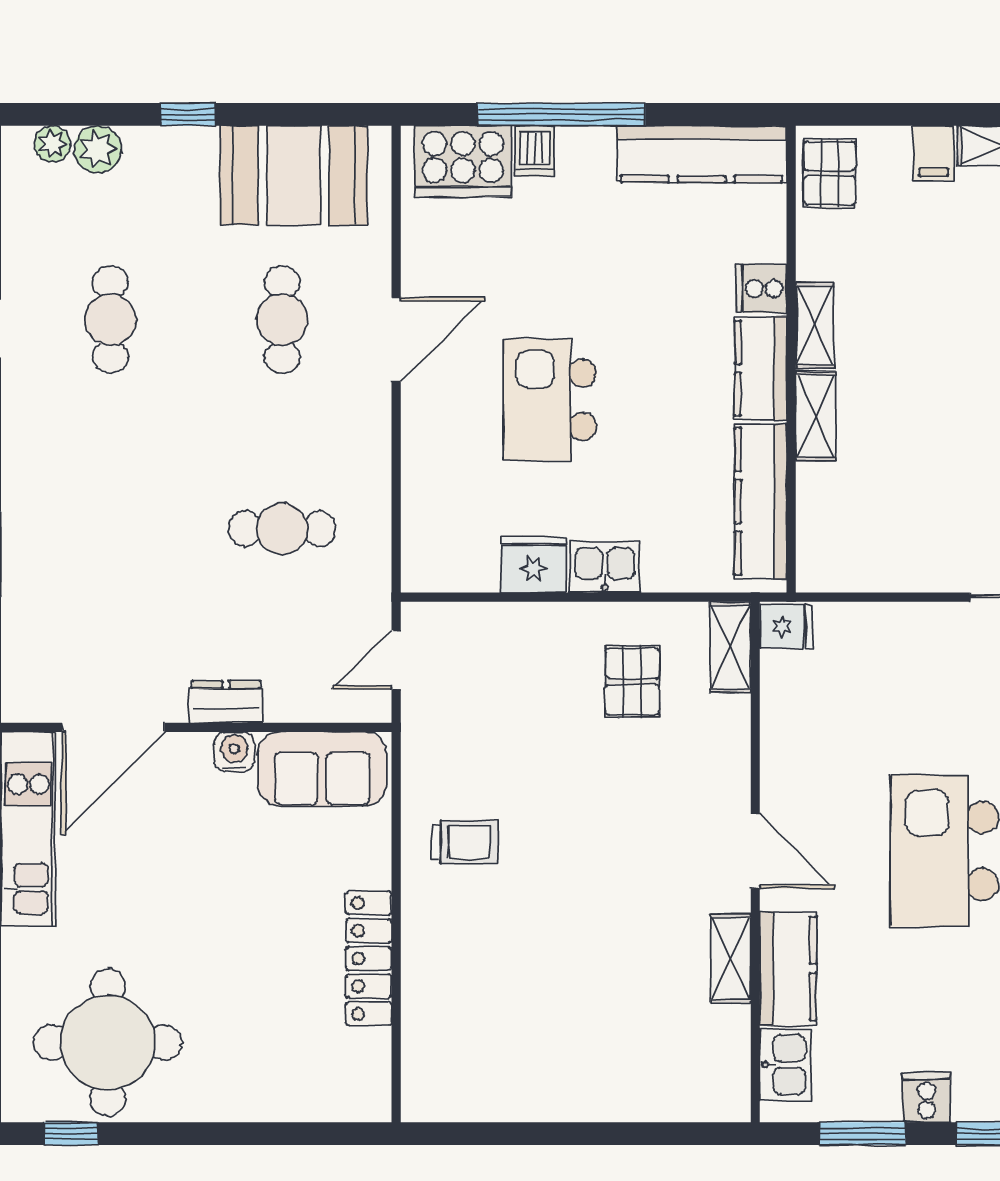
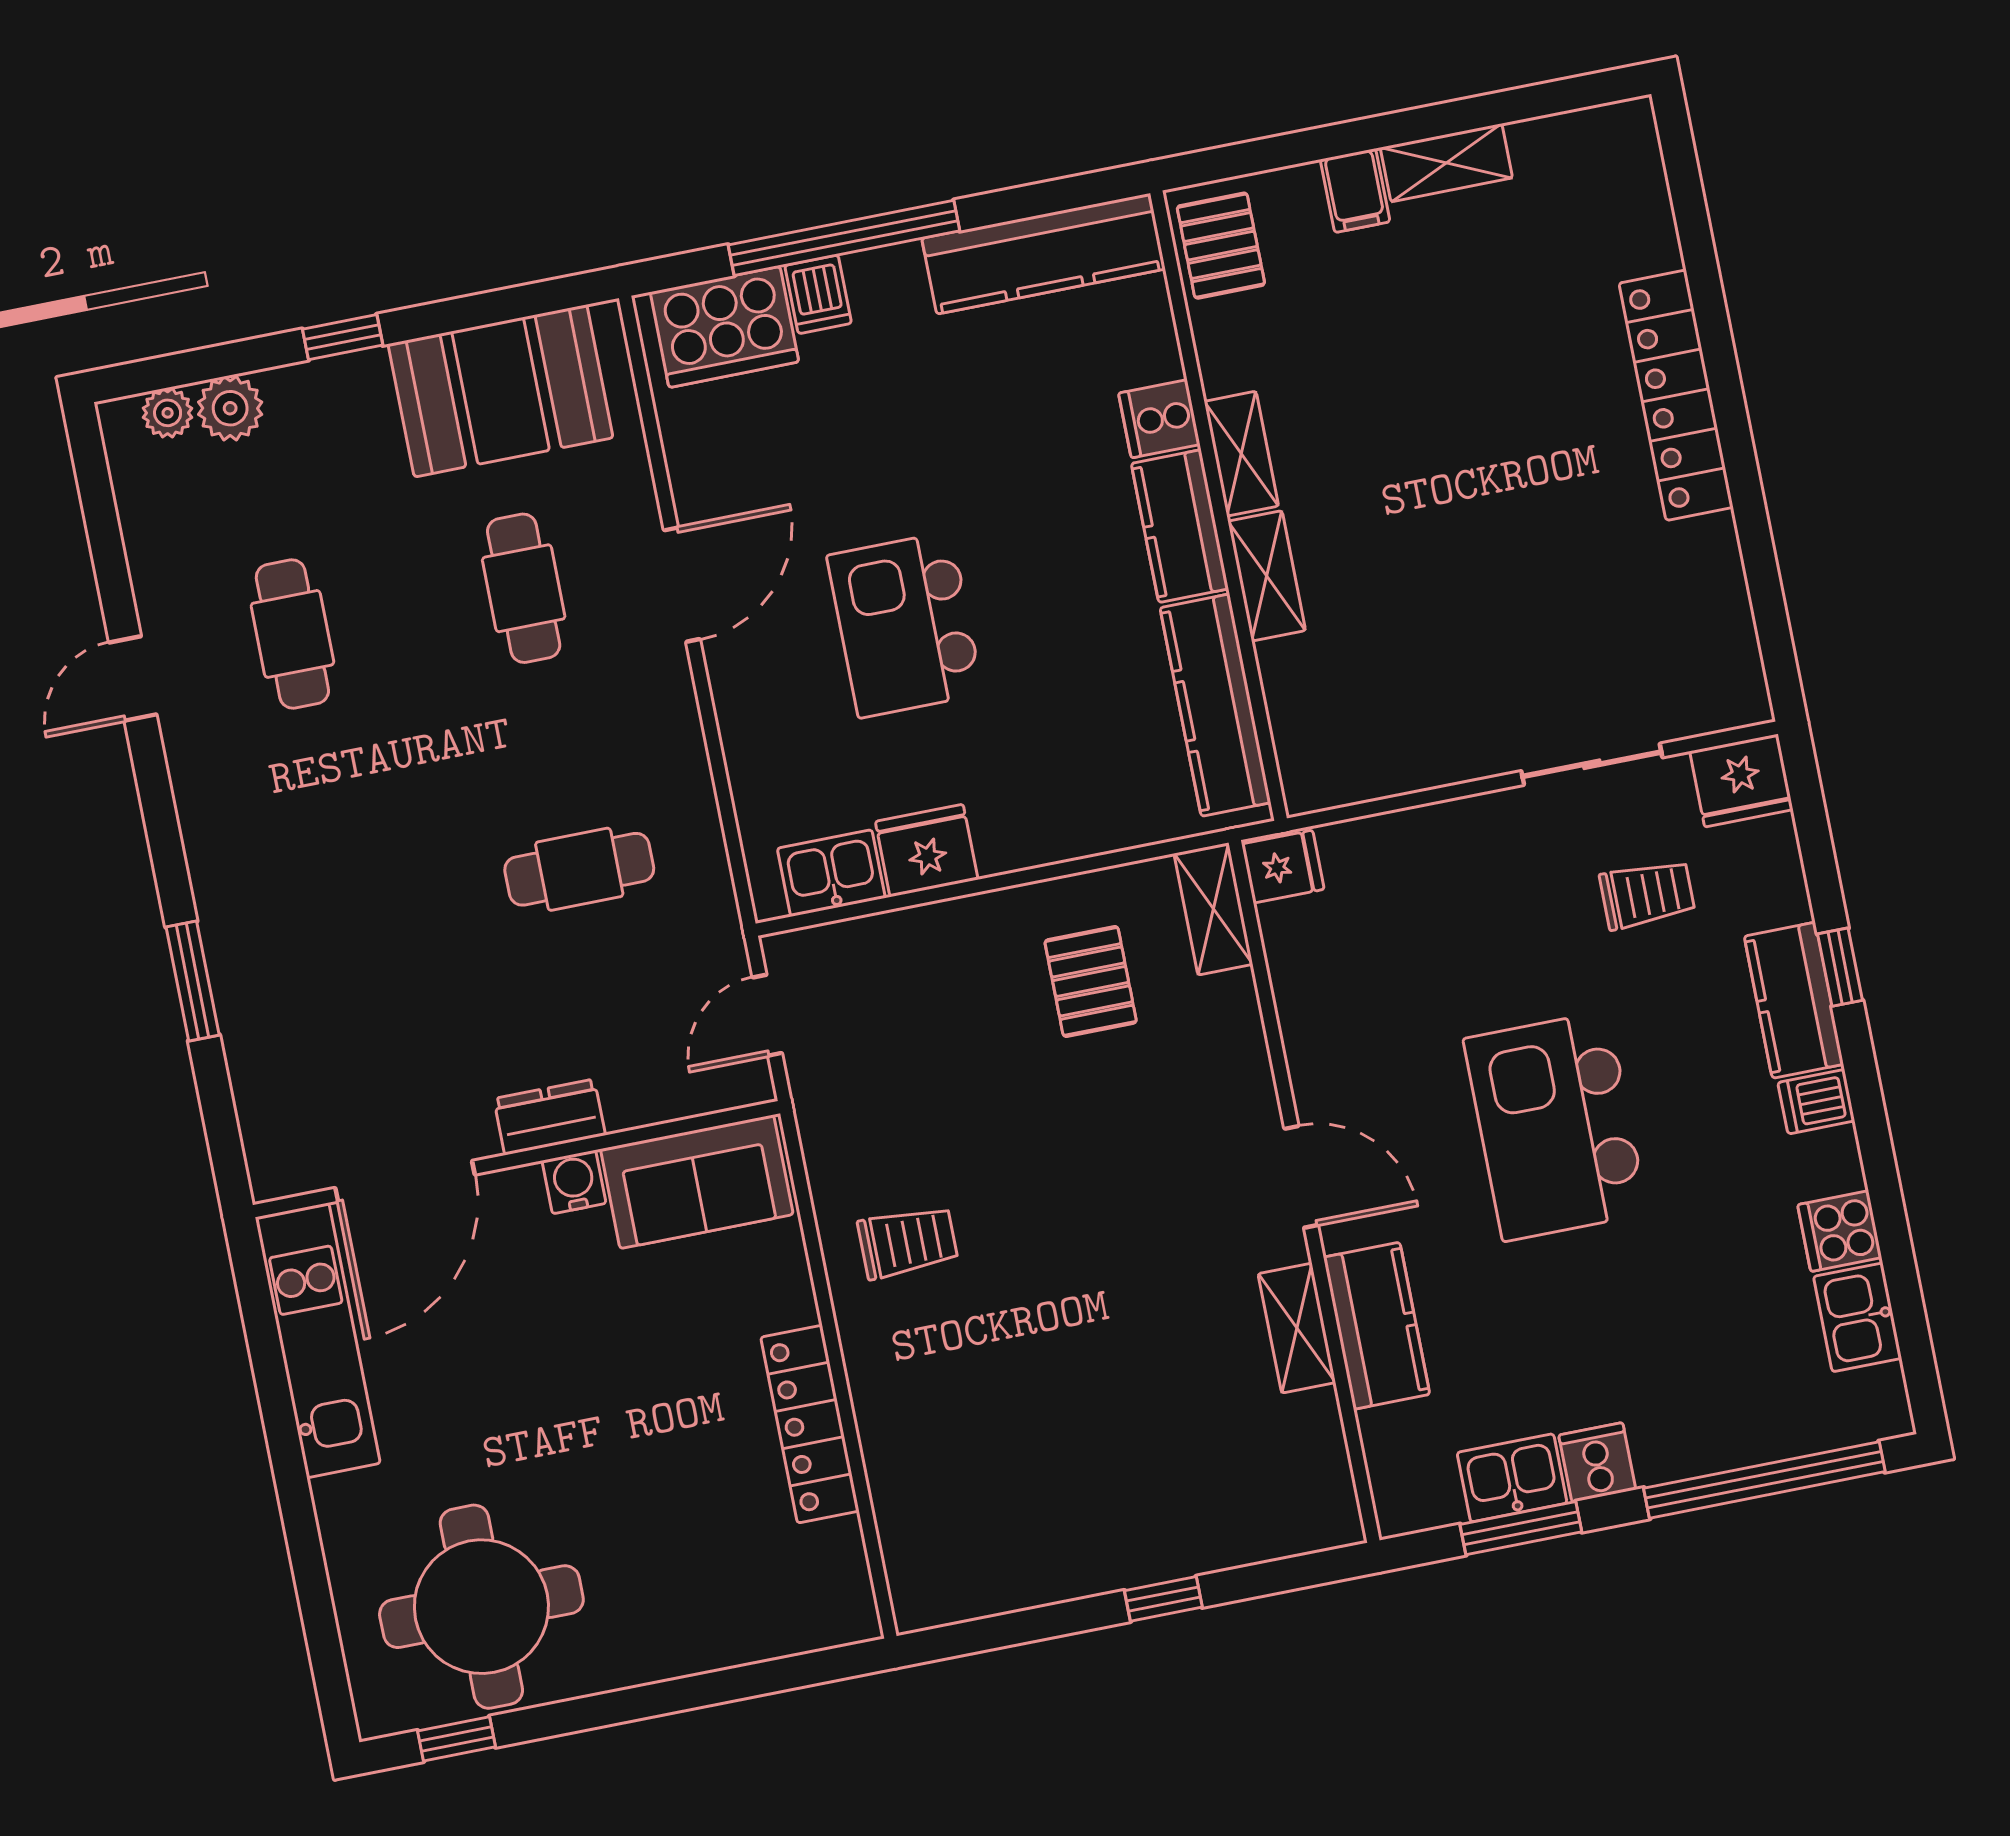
kitchen sink: (605, 567) -> (831, 873), moved
kitchen sink: (786, 1065) -> (1512, 1478), moved, turned -90
window: (597, 1134) -> (1163, 1599), added

